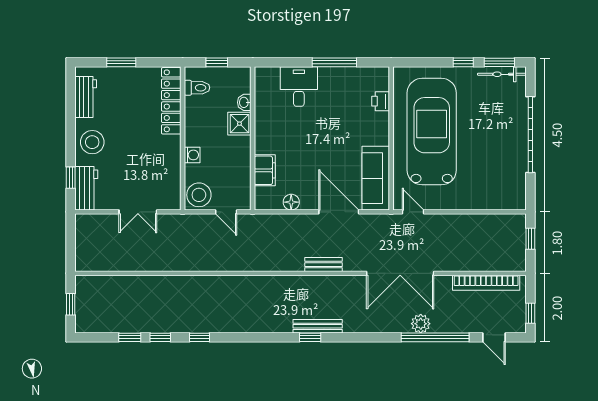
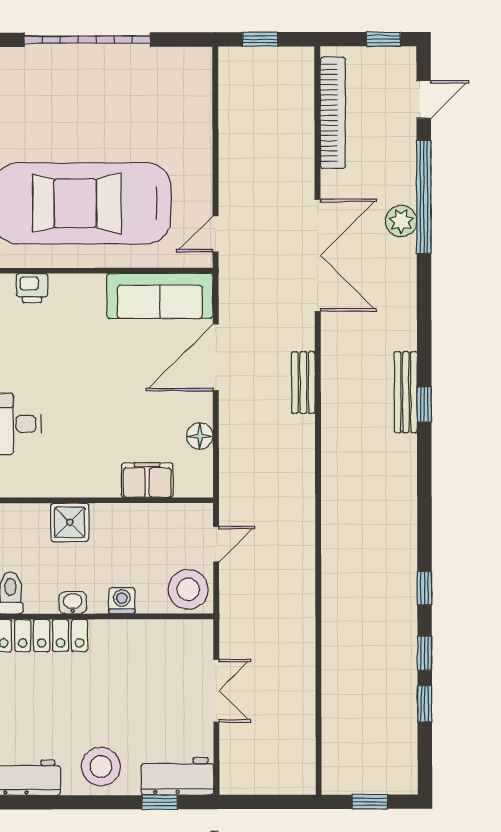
washbasin: (244, 102) -> (73, 603), moved, turned 180

